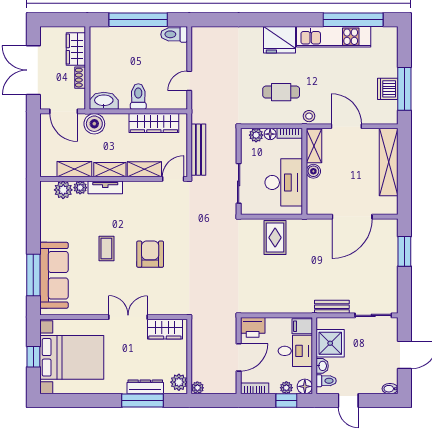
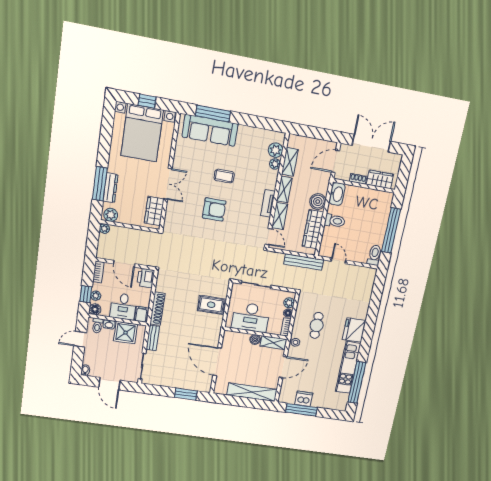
boiler: (94, 124) -> (318, 202), moved
bench: (198, 150) -> (304, 262), moved
tv unit: (105, 187) -> (268, 203), moved
shoe rack: (291, 307) -> (157, 309), added

